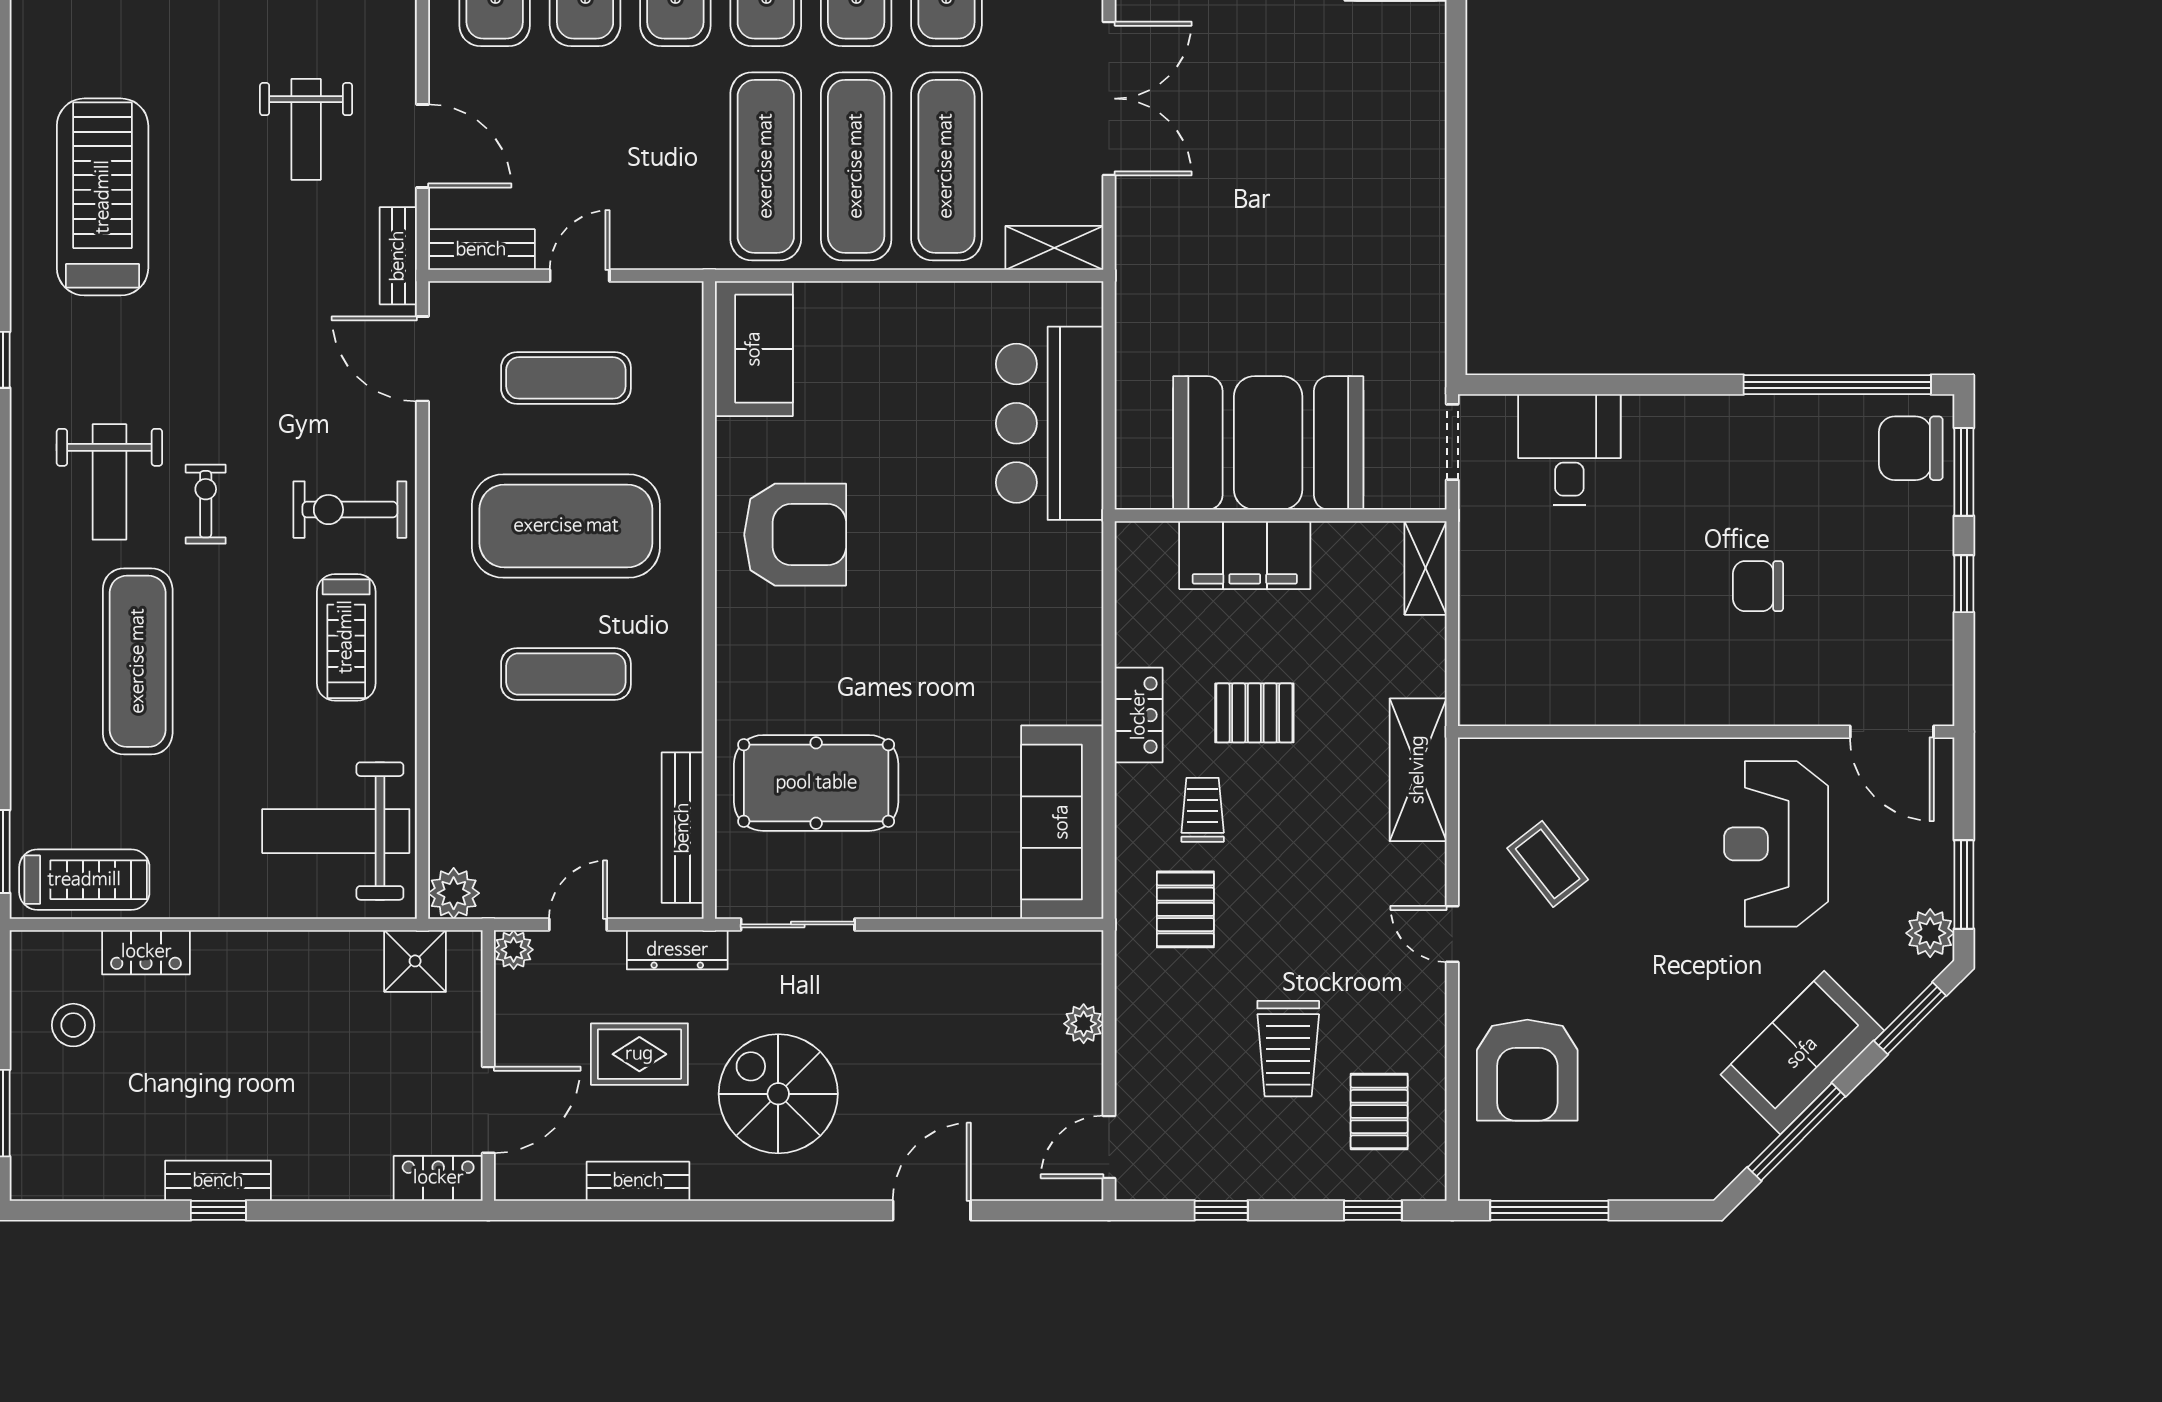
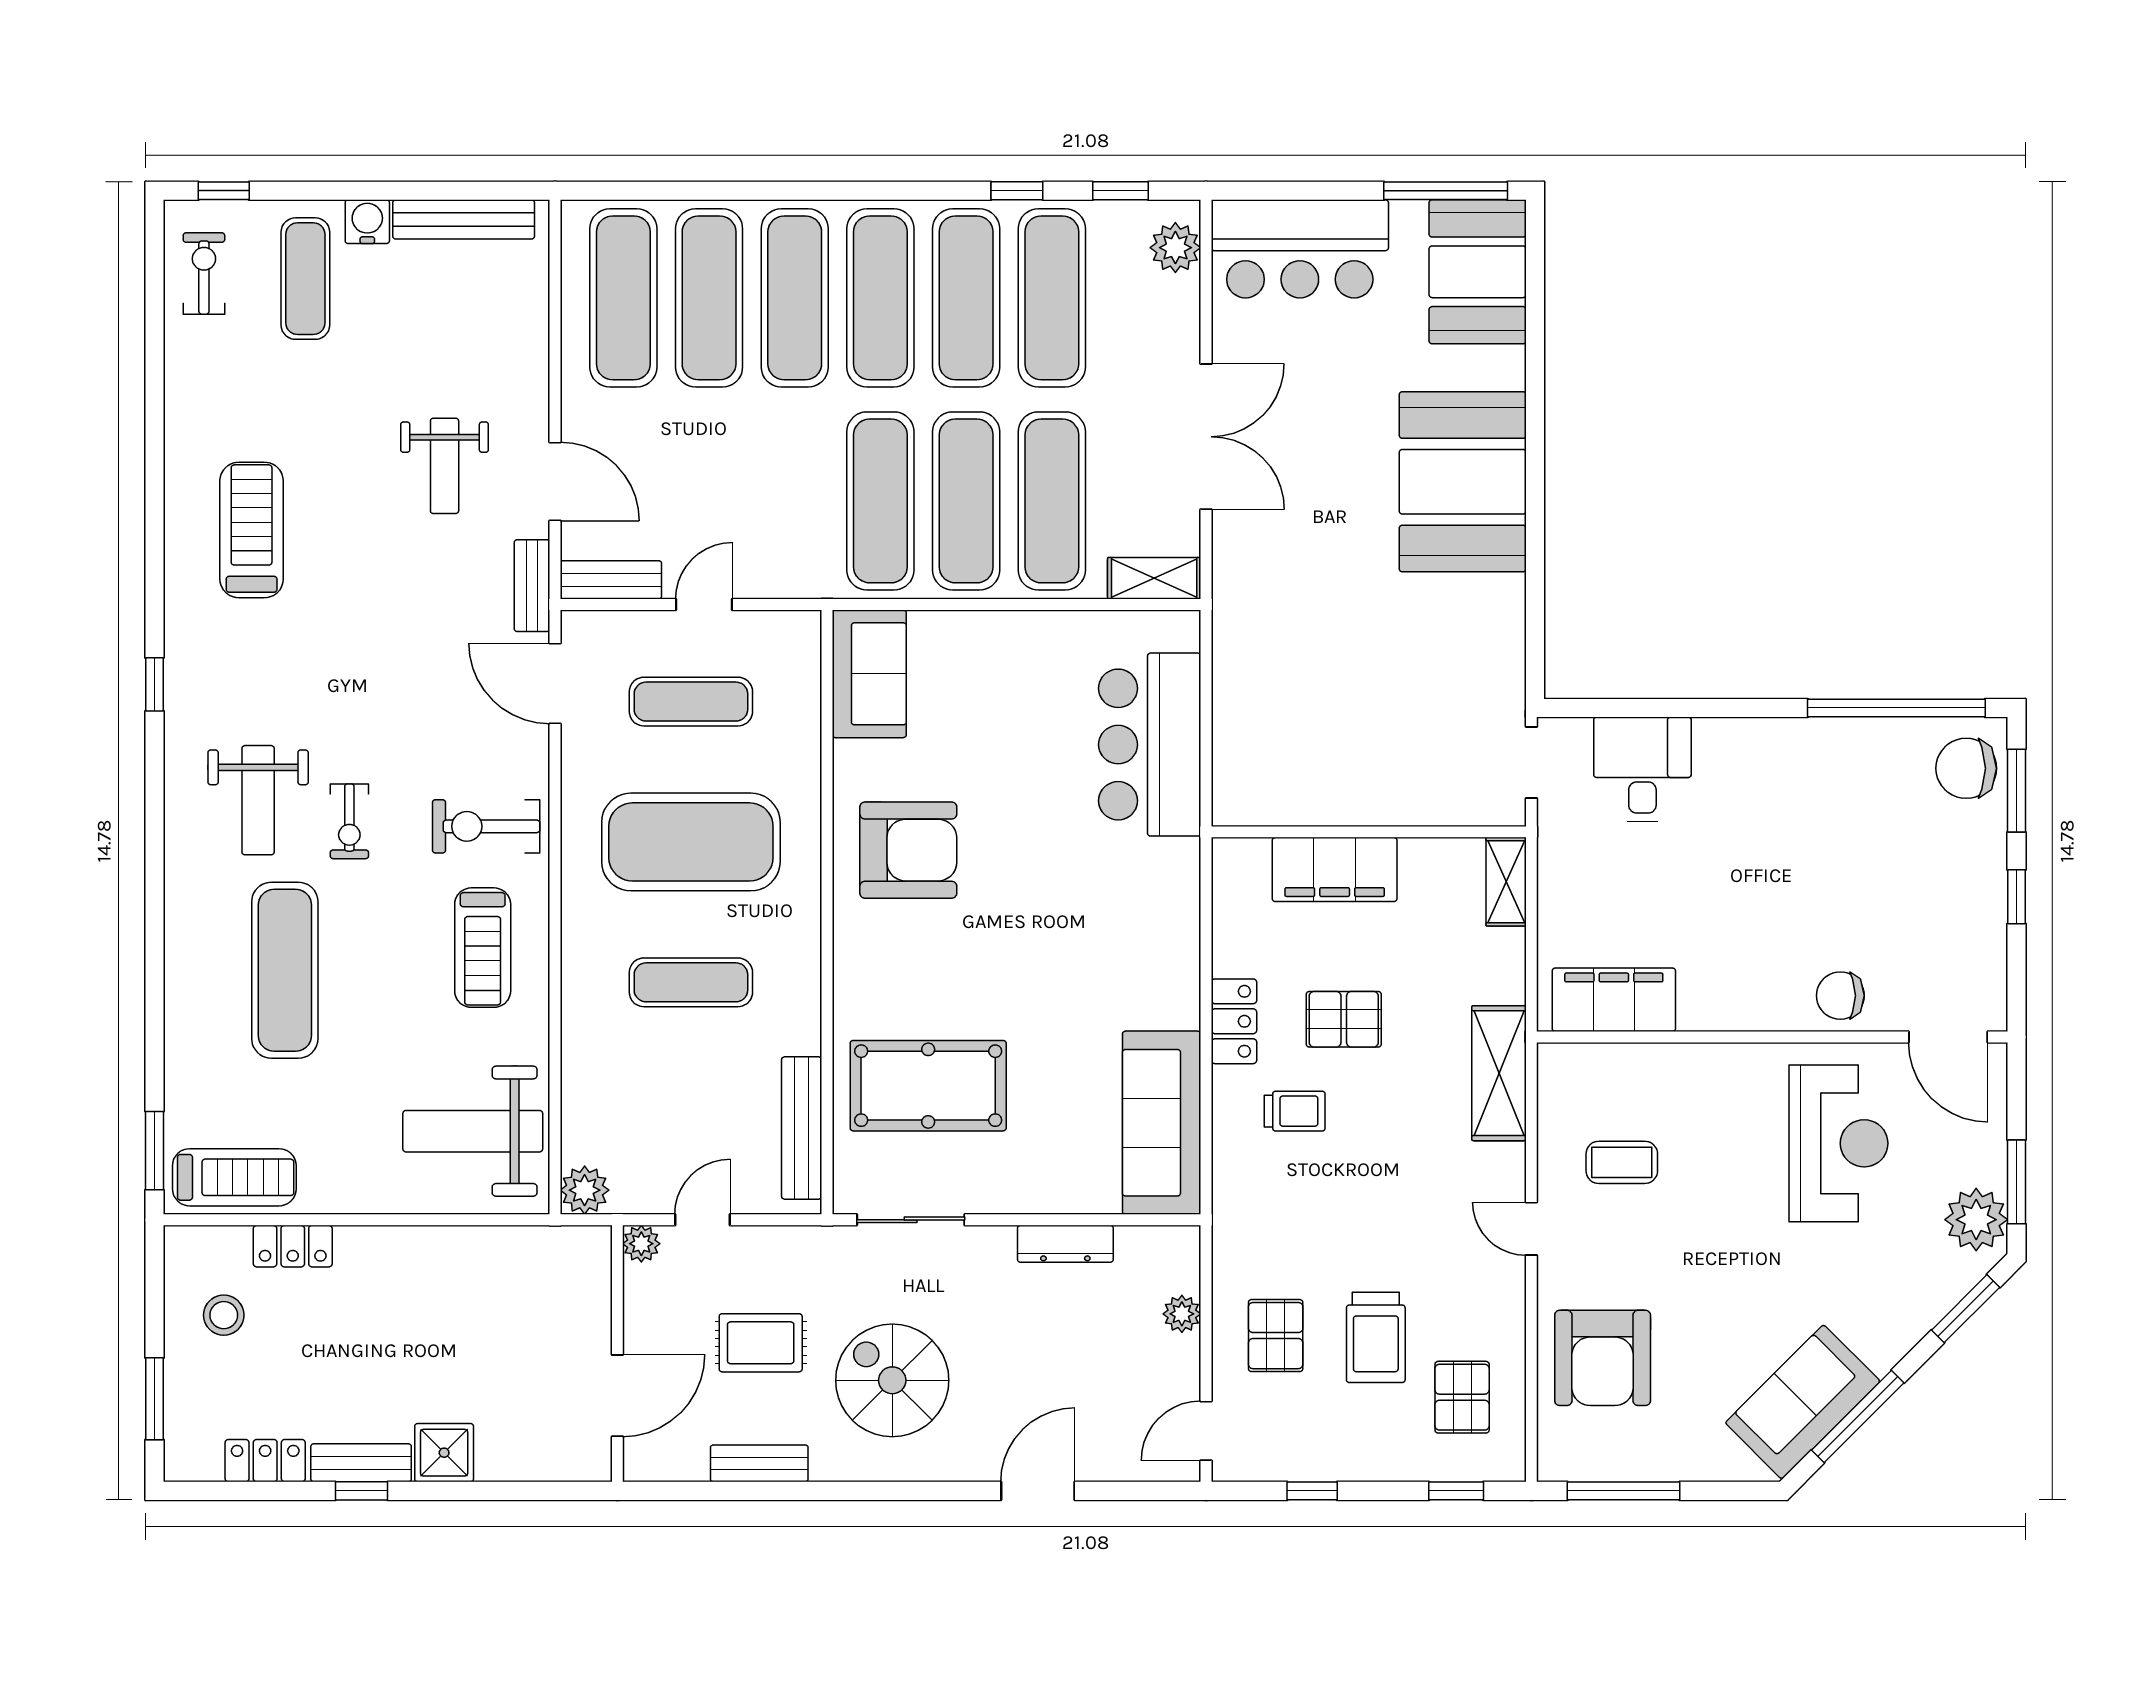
treadmill: (103, 197) -> (252, 530), width x0.73, depth x0.73
booth: (1268, 443) -> (1463, 482), moved, turned 90
exercise bike: (206, 504) -> (349, 821), turned 180
chair: (1758, 586) -> (1840, 996), moved
filing cabinet: (1539, 692) -> (1614, 1000), added
trolley: (1203, 810) -> (1295, 1111), turned 90
reception desk: (1776, 844) -> (1838, 1143), turned 180
coffee table: (1548, 864) -> (1622, 1162), turned -52
pallet: (1185, 909) -> (1276, 1336), moved
plant: (1930, 933) -> (1976, 1220), width x1.36, depth x1.36
dresser: (677, 950) -> (1065, 1244), moved
shower: (415, 961) -> (444, 1453), moved
sofa: (1802, 1053) -> (1803, 1402), moved
locker: (438, 1178) -> (265, 1461), moved

